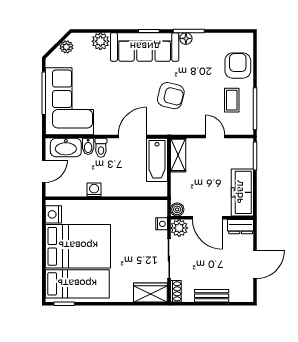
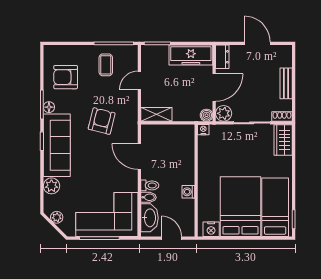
armchair: (238, 66) -> (66, 77), moved
coffee table: (232, 100) -> (106, 65), turned 90
bathtub: (157, 160) -> (161, 134), removed
nightstand: (162, 224) -> (203, 130), moved

